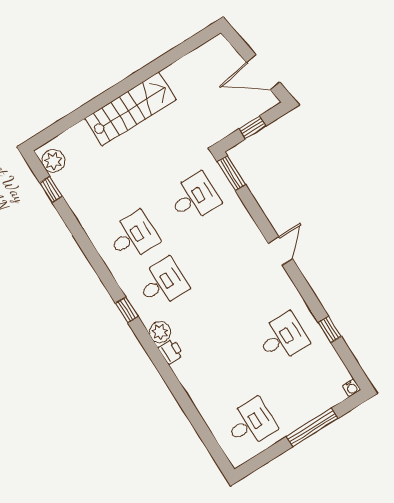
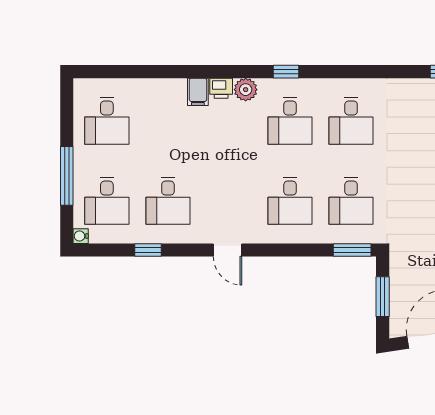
window: (252, 127) -> (383, 297), width x1.50
desk: (224, 244) -> (290, 201), added
door: (280, 251) -> (228, 250), moved
filing cabinet: (185, 367) -> (198, 92), added
desk: (312, 385) -> (107, 201), added

